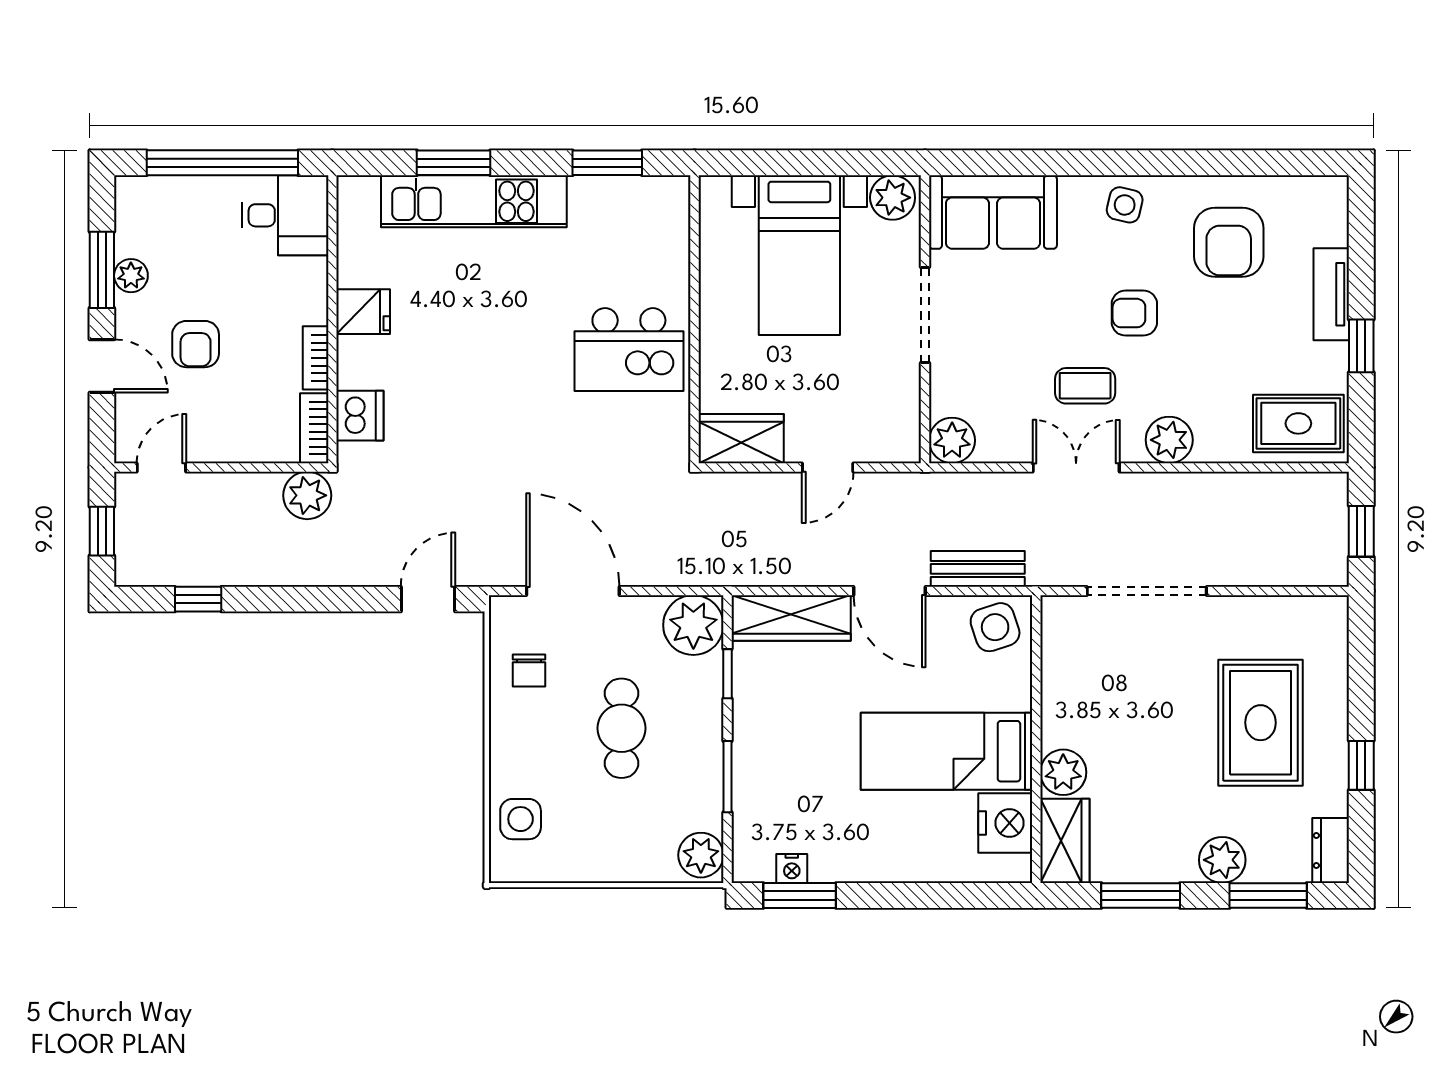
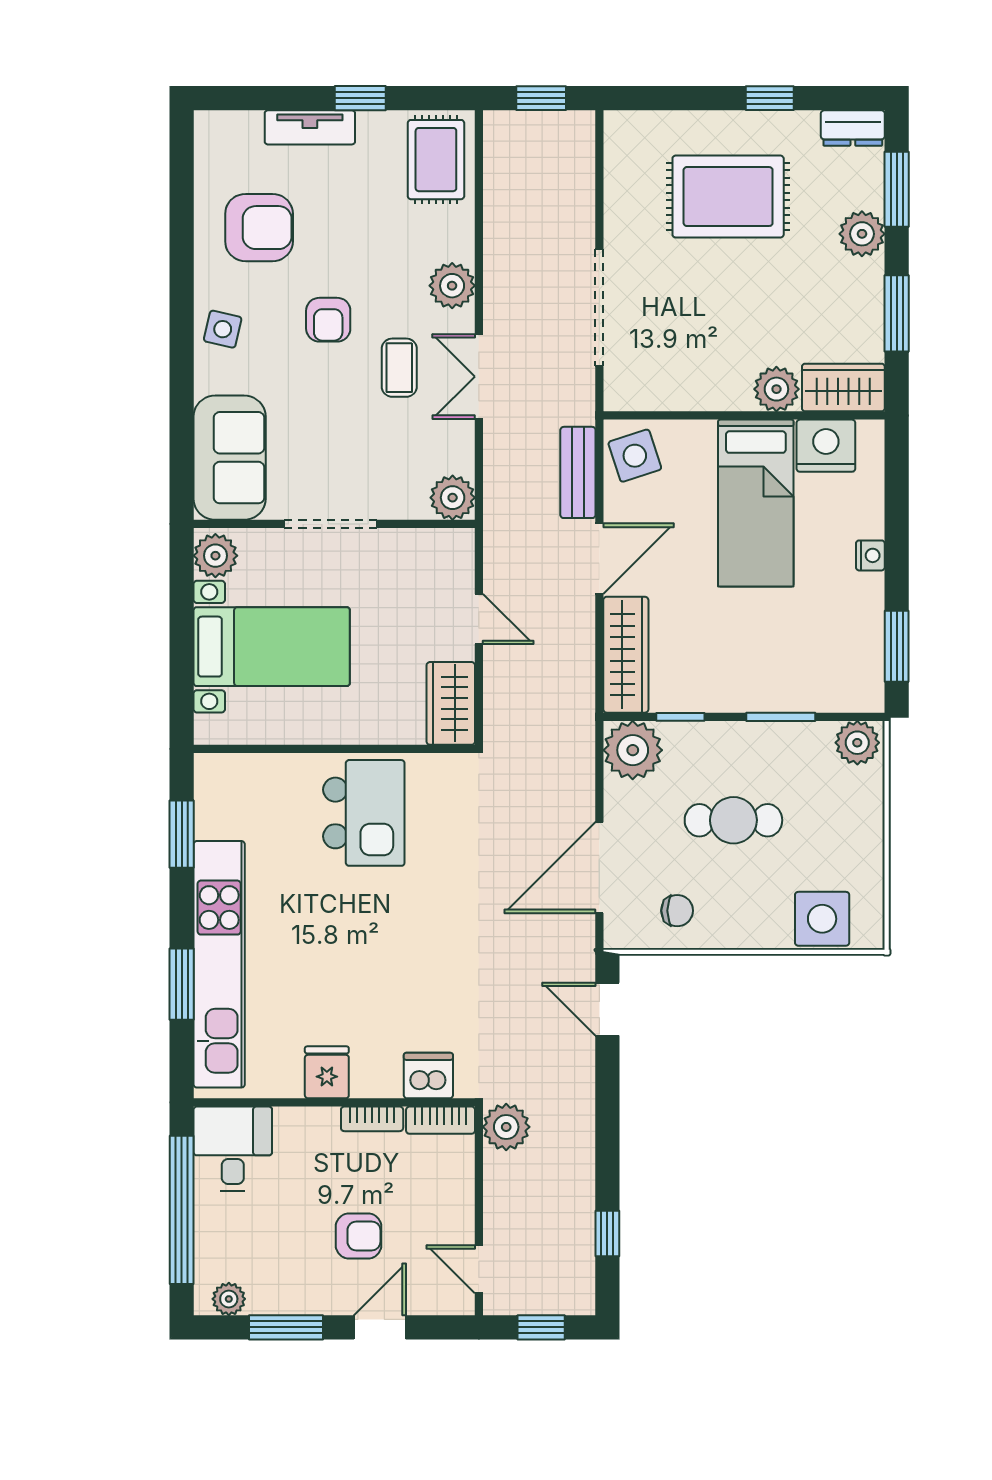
kitchen unit: (474, 201) -> (219, 964), width x1.36
plant: (131, 276) -> (229, 1299), moved
side table: (521, 819) -> (822, 919), width x1.37, depth x1.37
nightstand: (792, 869) -> (870, 555), moved

